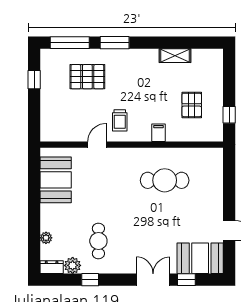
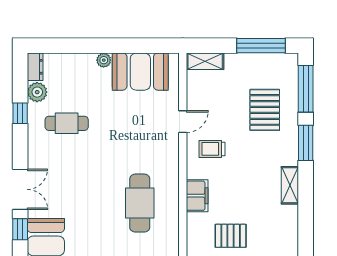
shelving: (175, 56) -> (290, 185), moved
window: (34, 80) -> (261, 46), width x2.17
shelving: (47, 126) -> (205, 61), added
filing cabinet: (158, 133) -> (197, 196), width x2.00
door: (97, 145) -> (183, 122), hinge flipped
plant: (46, 238) -> (104, 60), moved

